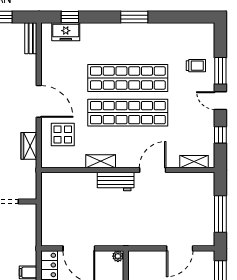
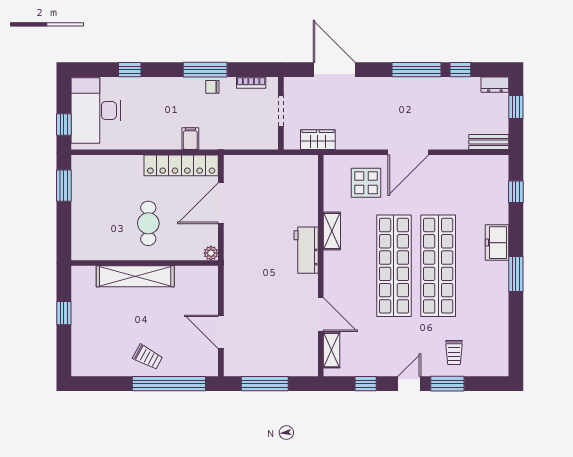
freezer: (66, 32) -> (497, 243), moved
wardrobe: (29, 146) -> (318, 140), moved
door: (153, 170) -> (321, 315), moved

